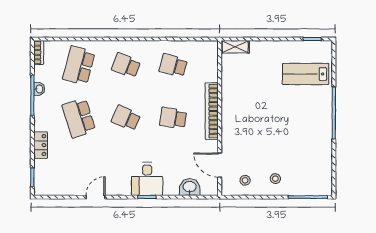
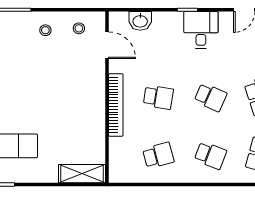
shelving: (235, 47) -> (82, 174), width x1.50, depth x1.33
school desk: (173, 65) -> (158, 155), turned -30
desk: (147, 179) -> (201, 30), moved

